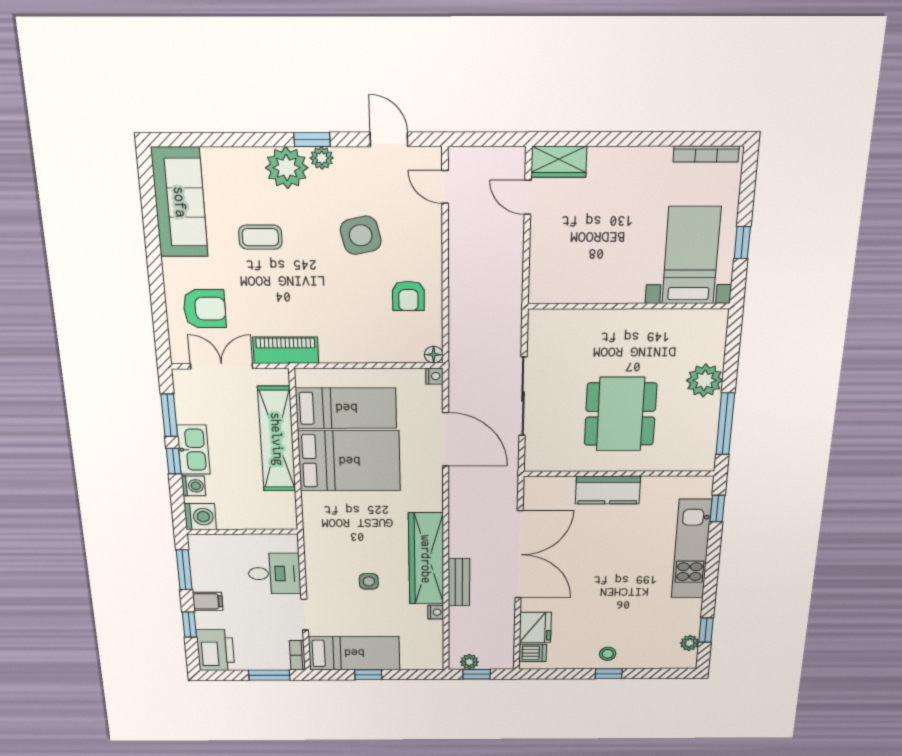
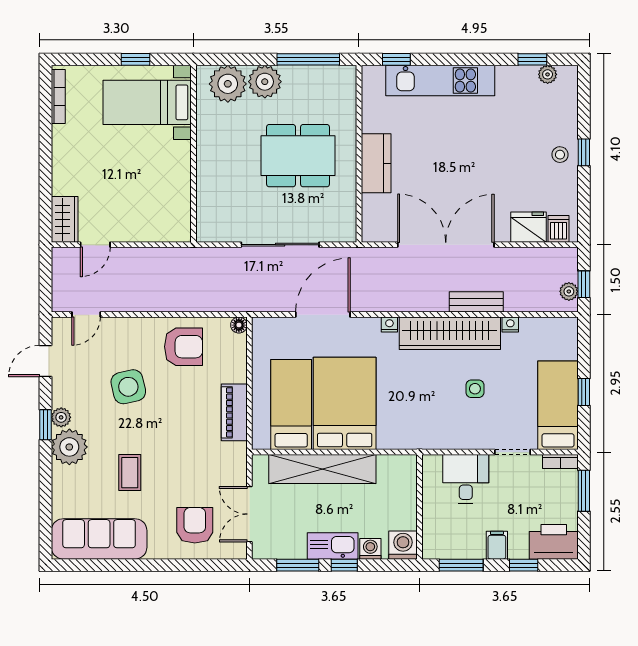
armchair: (408, 296) -> (183, 347), width x1.38, depth x1.38
plant: (705, 342) -> (228, 84), added
piano: (286, 350) -> (234, 412), moved
nightstand: (434, 376) -> (389, 324), moved

